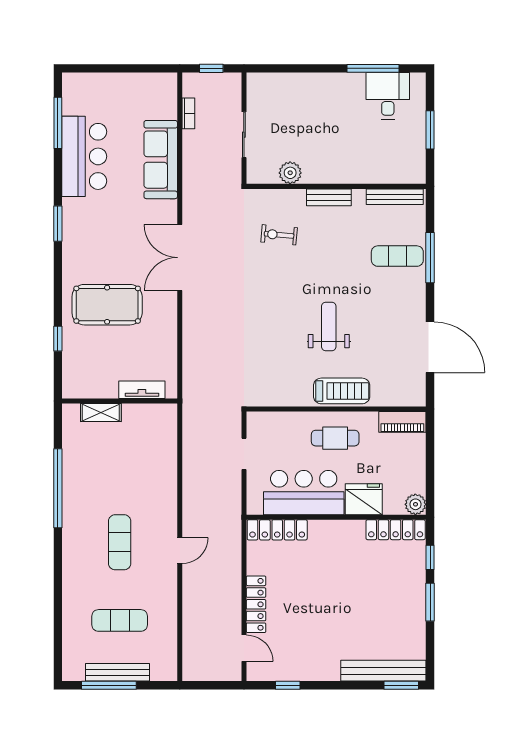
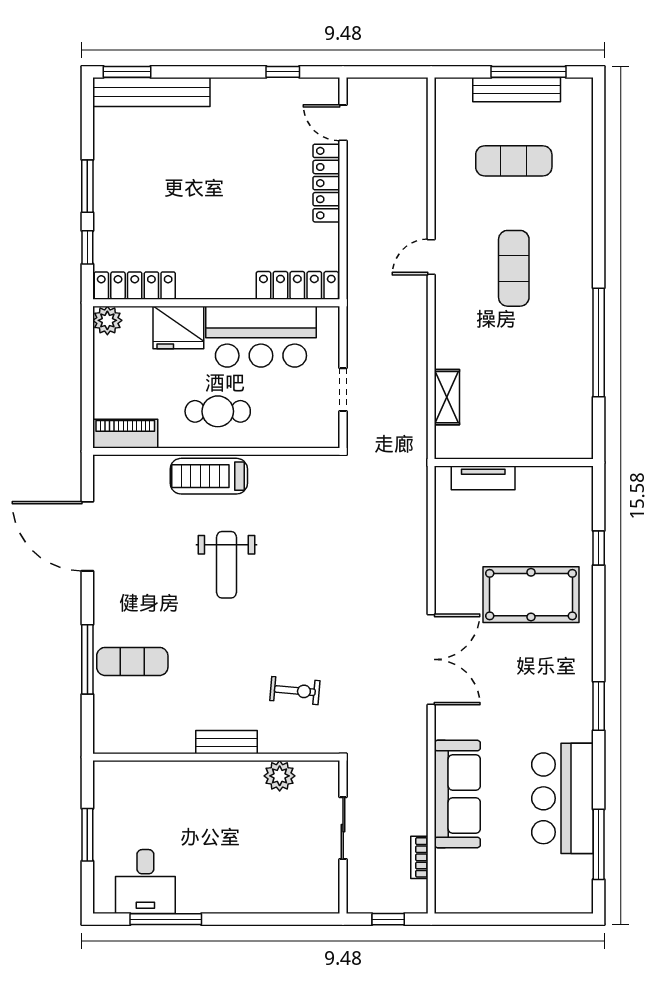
bench: (395, 197) -> (136, 743), removed
shelving: (101, 412) -> (447, 397), moved, turned 90

